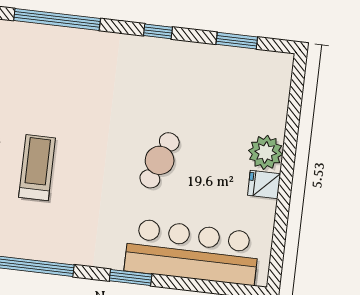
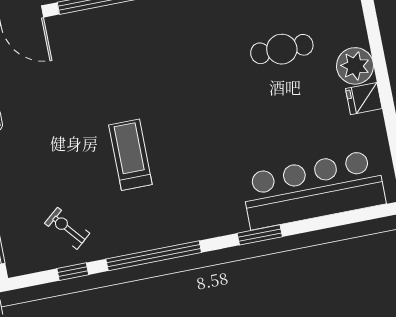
cafe table: (160, 160) -> (282, 49), moved, turned 69

